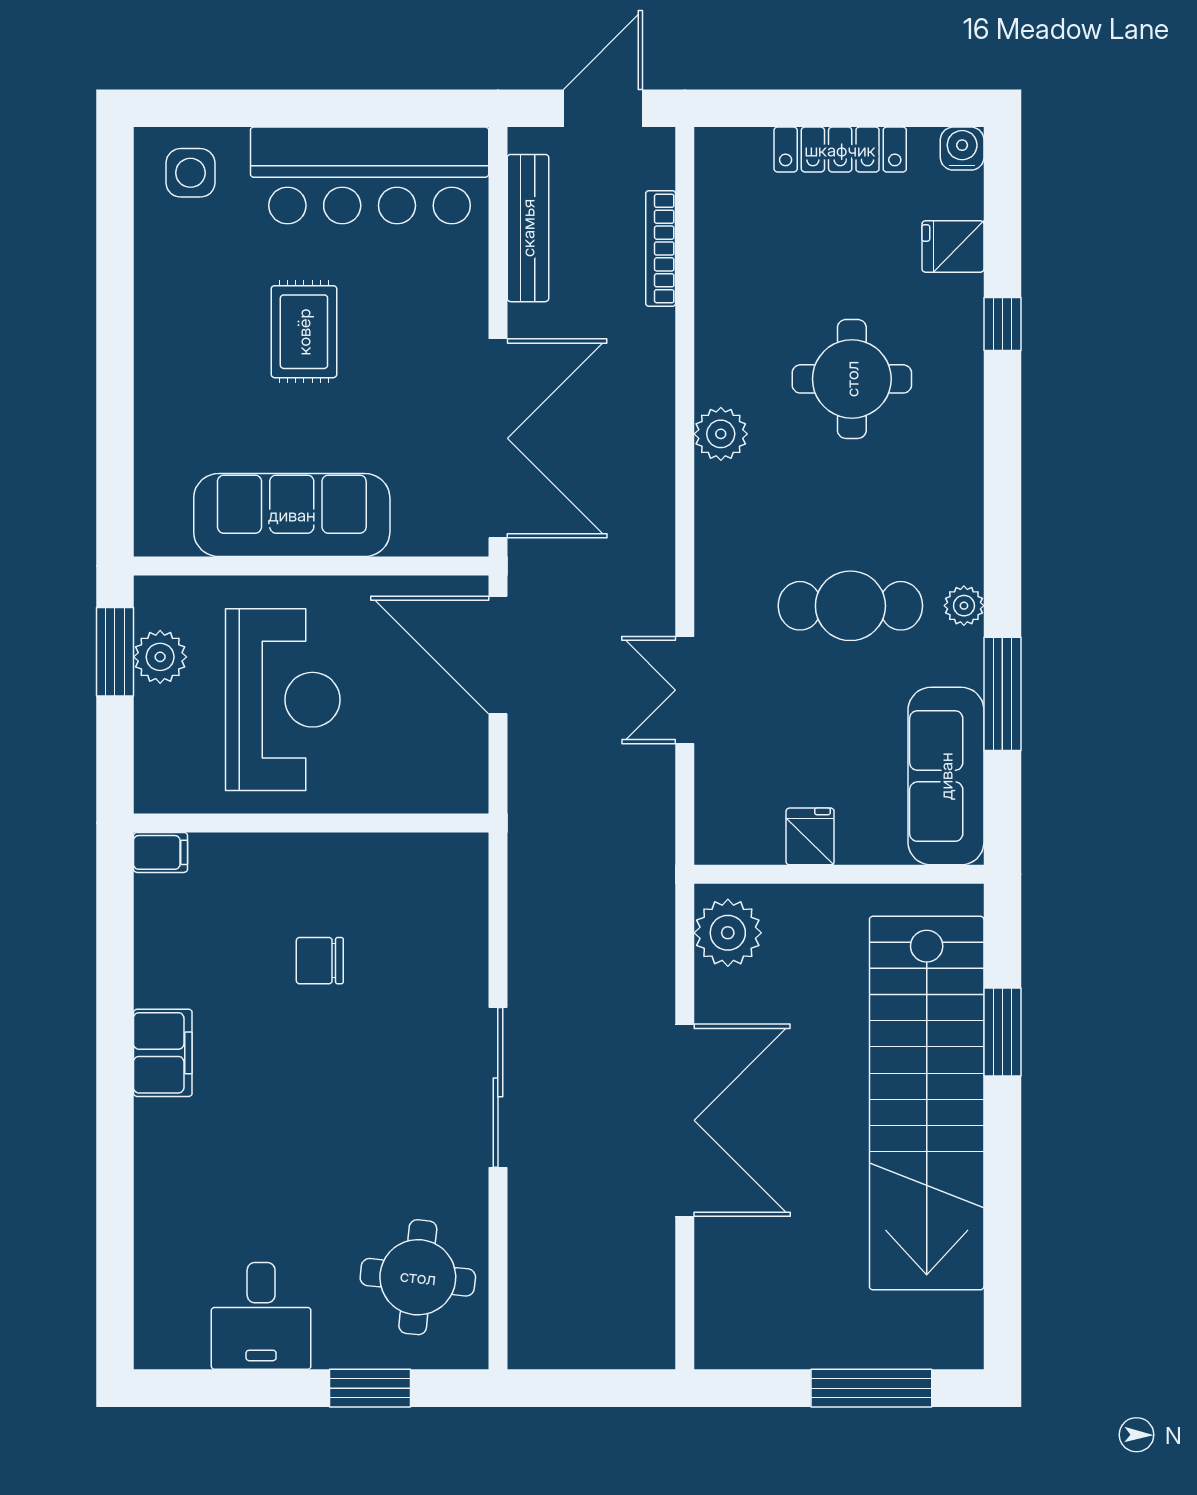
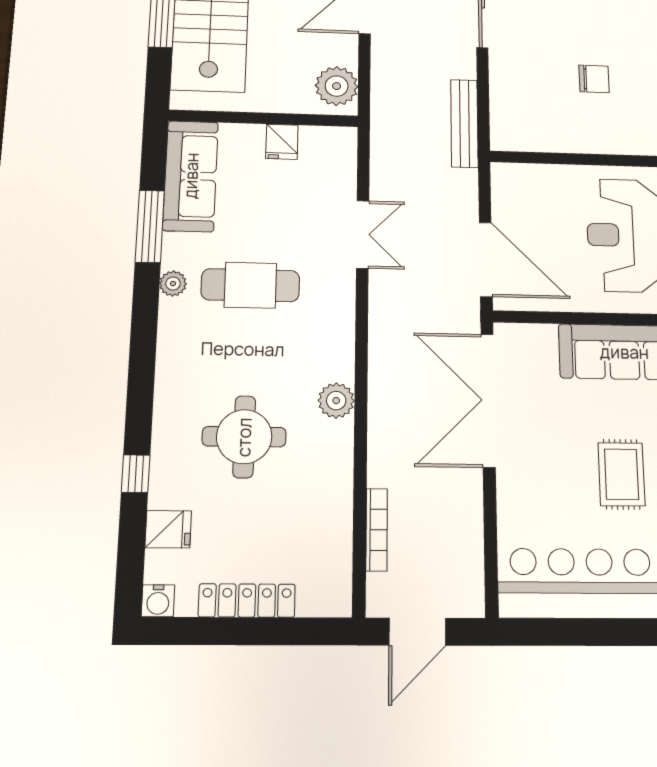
bench: (528, 228) -> (464, 123), moved

